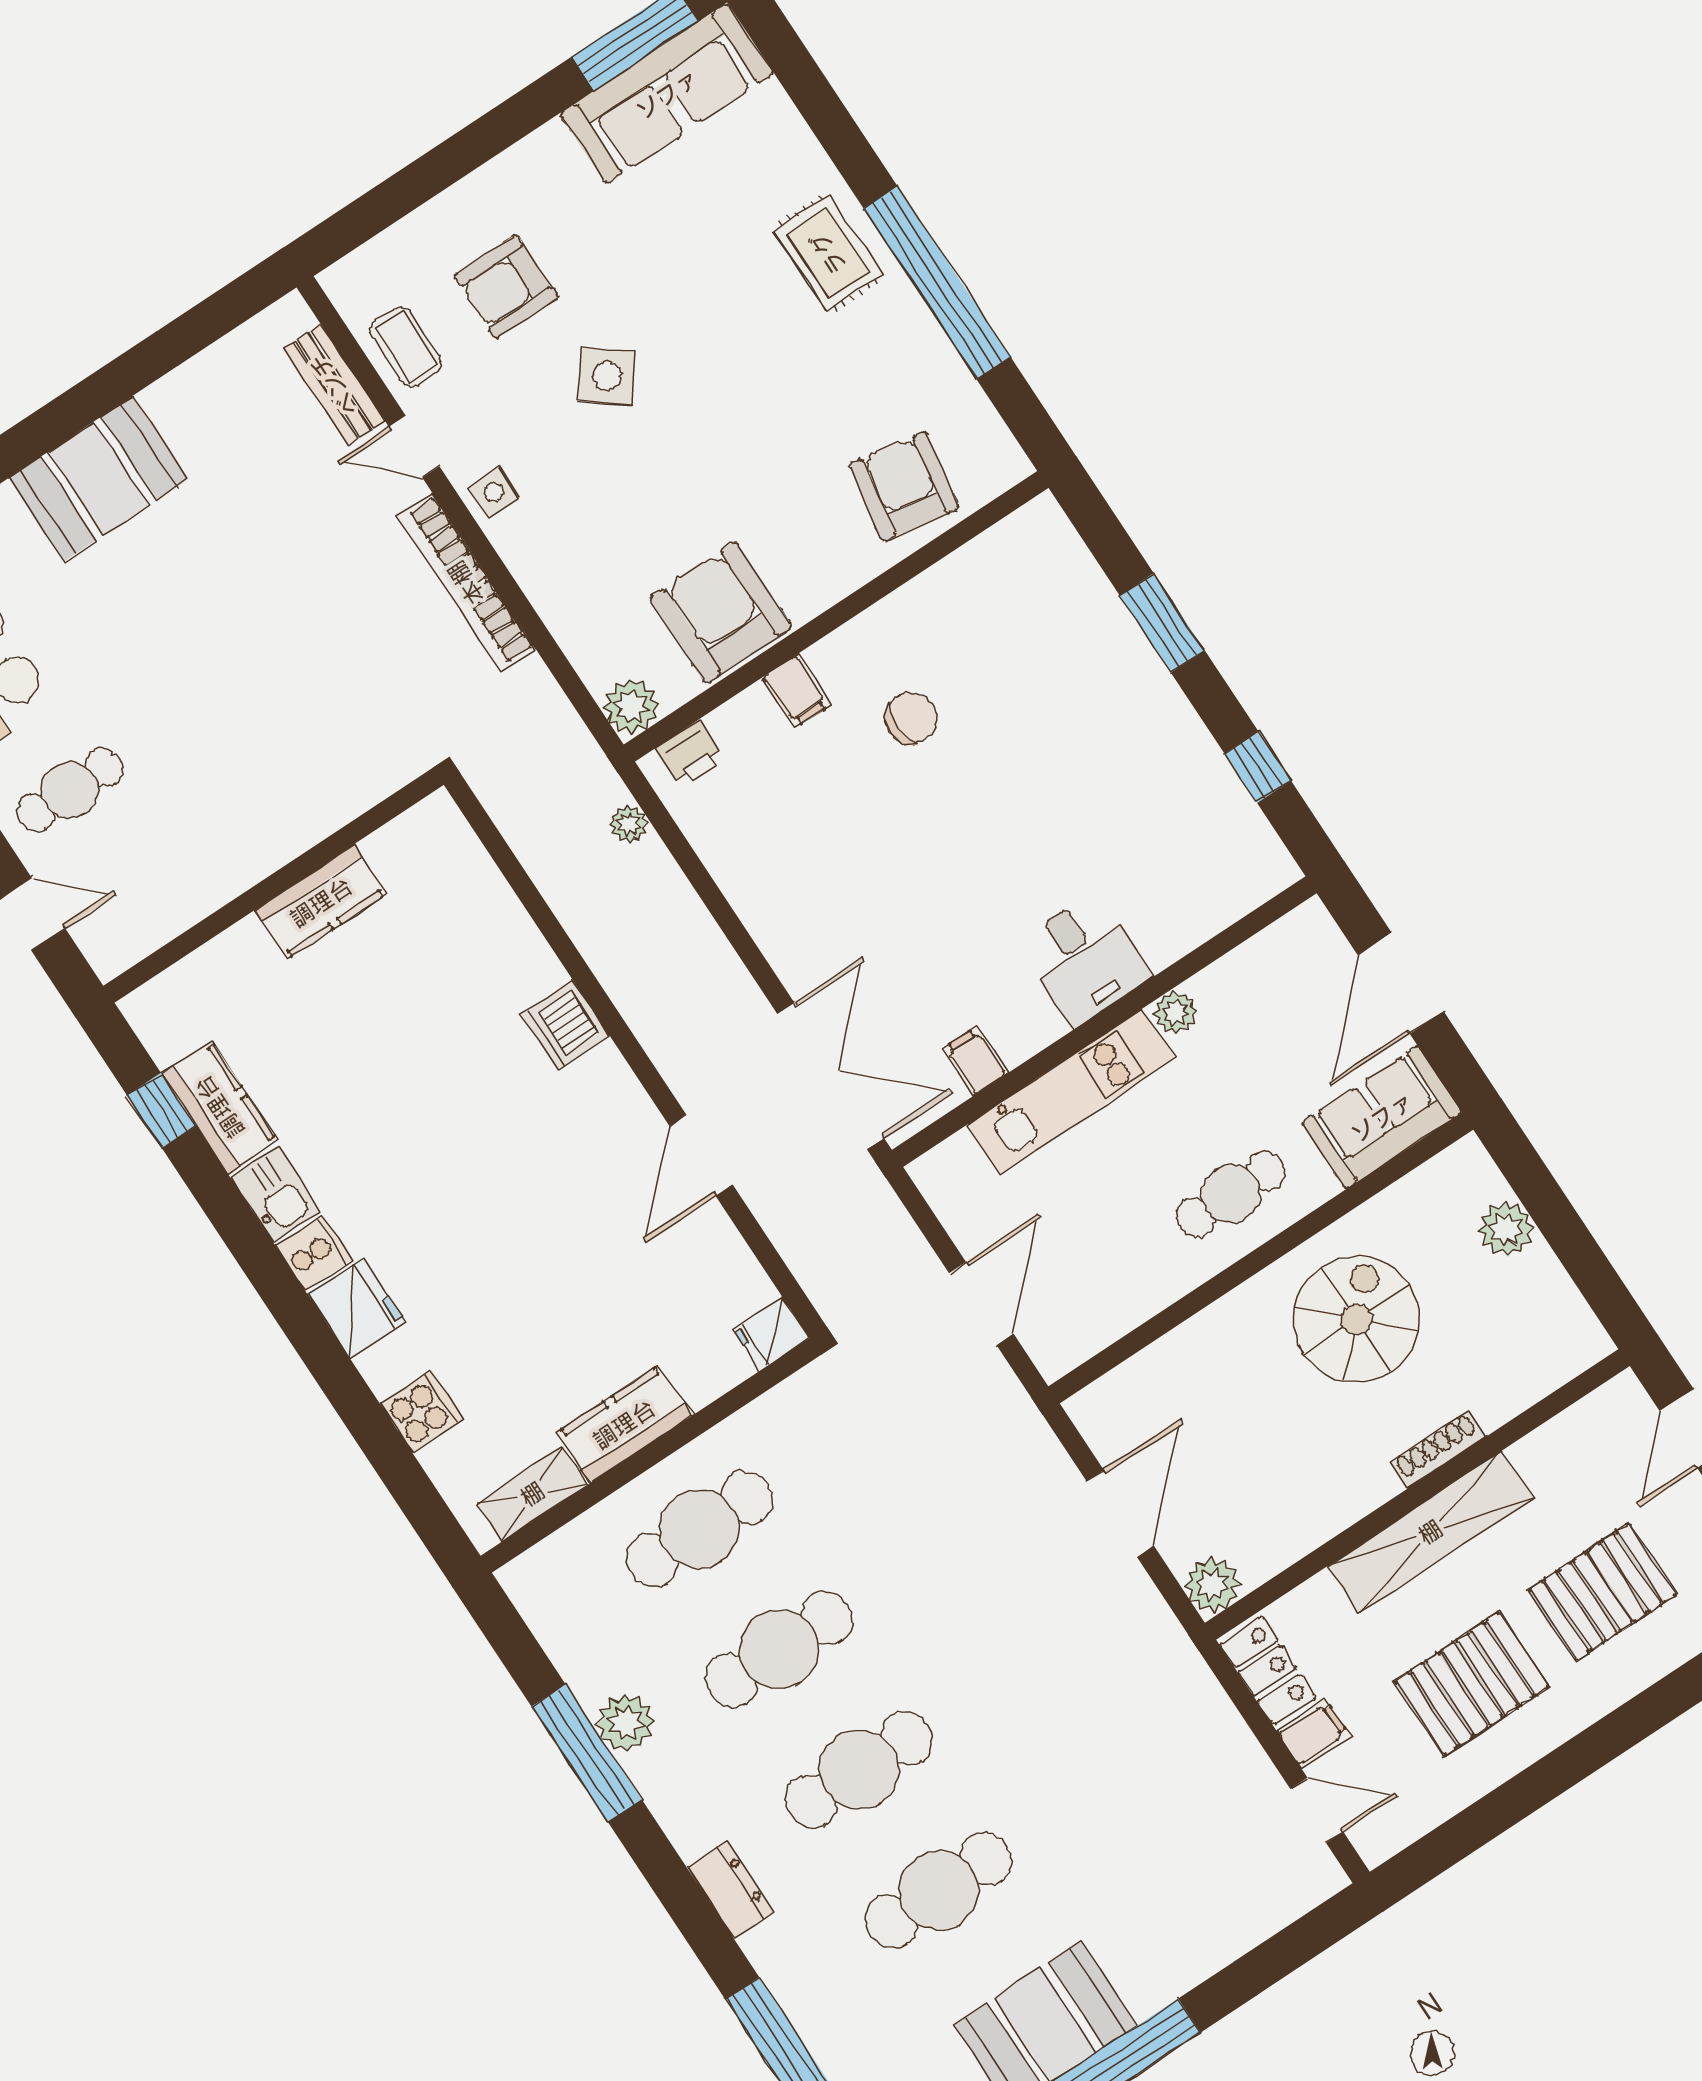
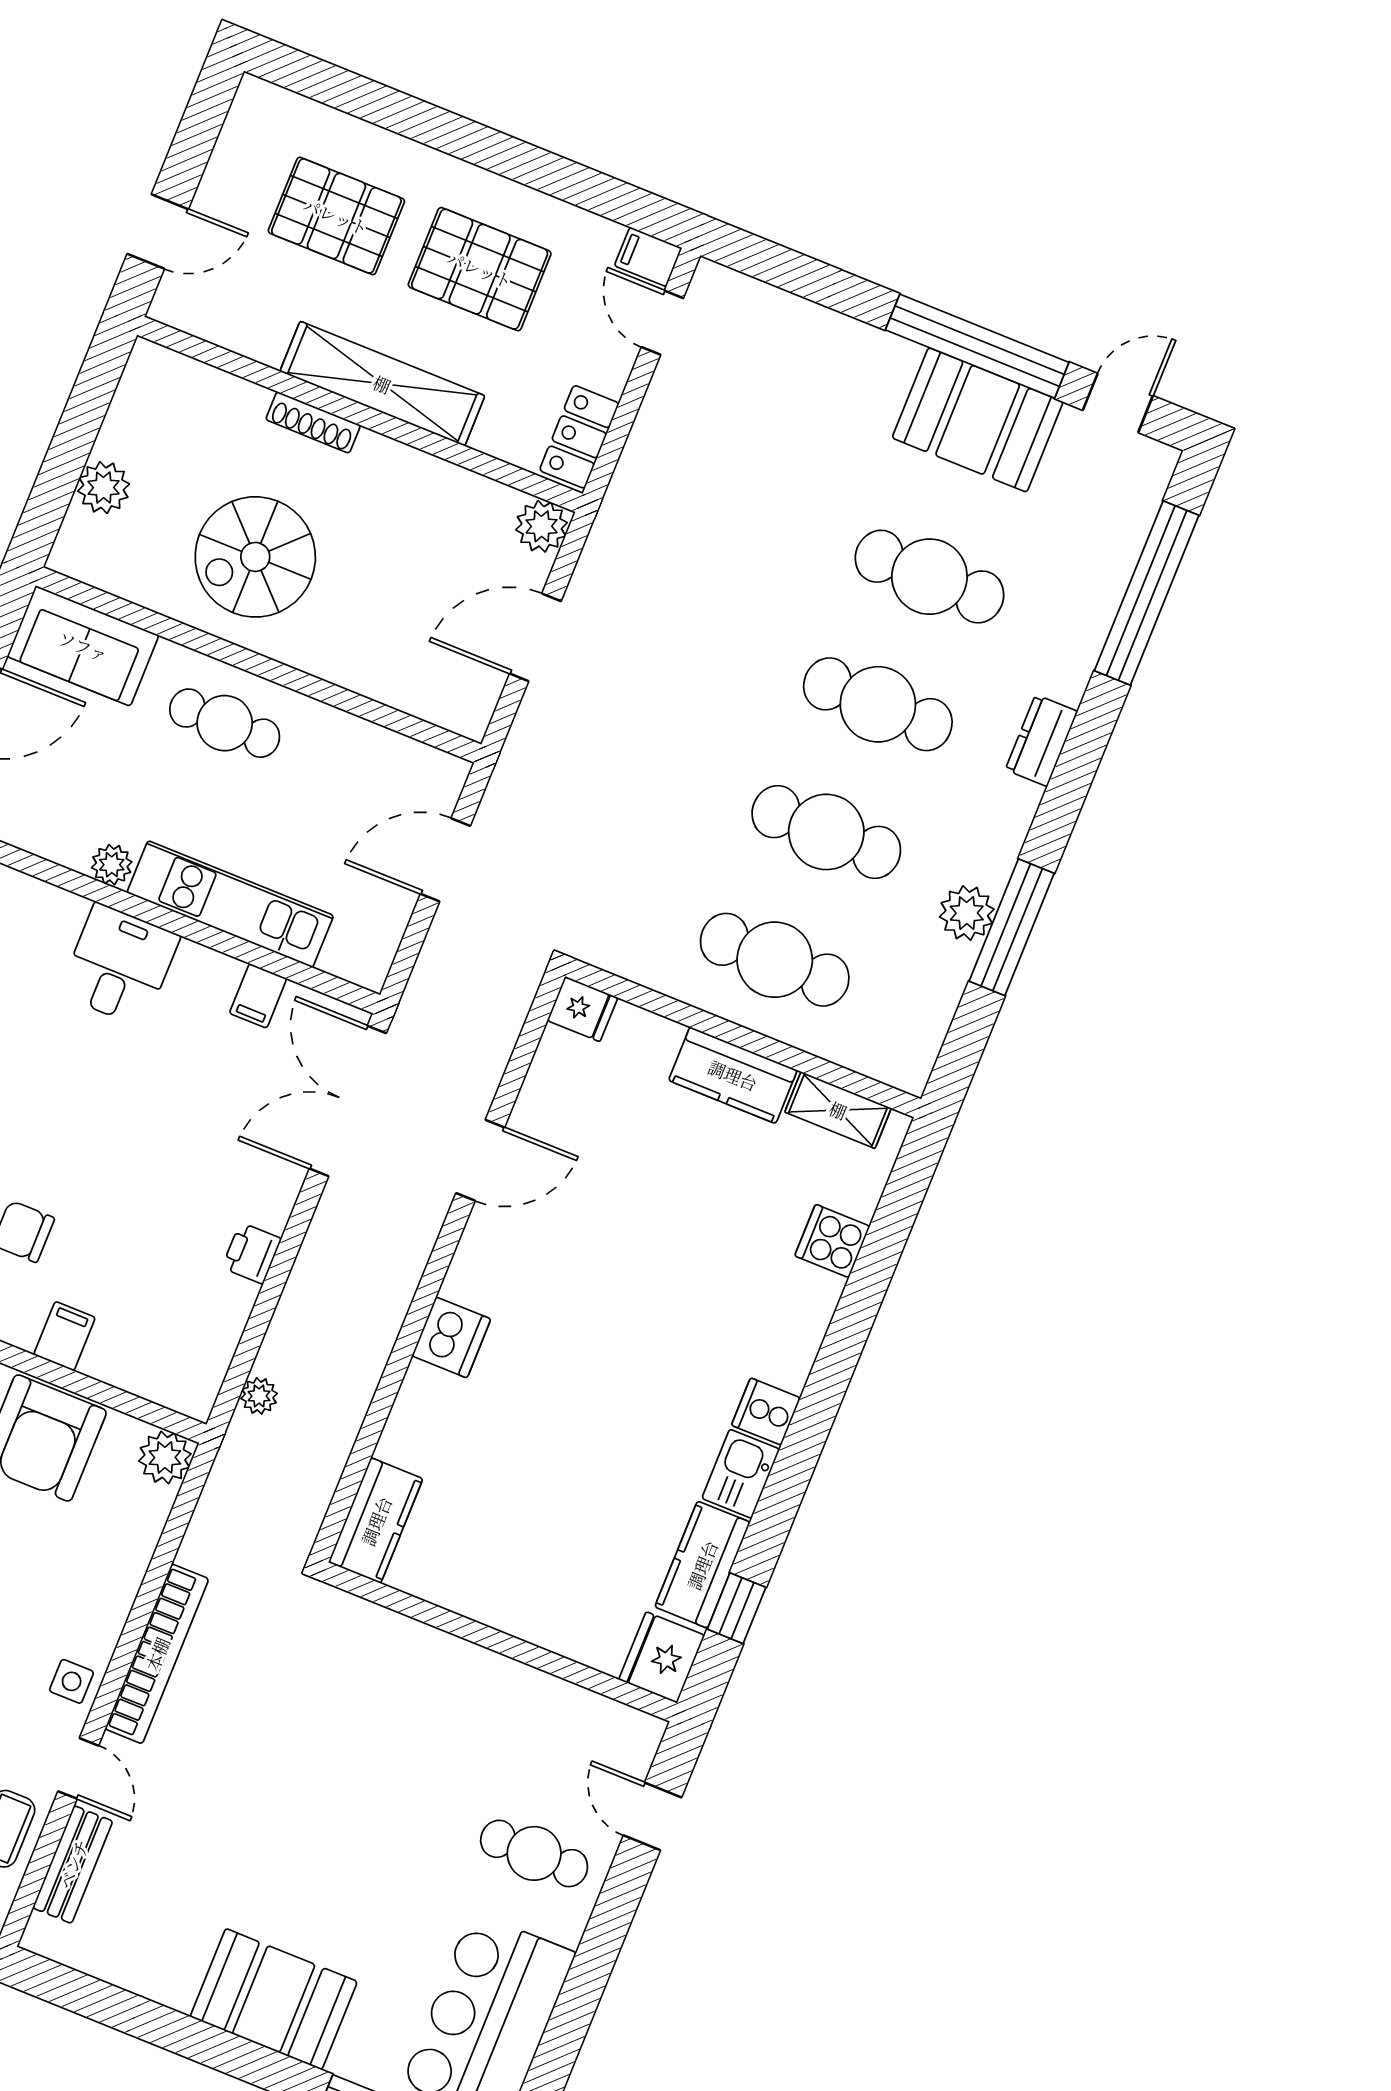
printer: (690, 753) -> (252, 1253), moved, turned -90
kitchen counter: (321, 902) -> (376, 1521), moved, turned 90
fridge: (356, 1308) -> (662, 1657), moved
filing cabinet: (1313, 1733) -> (648, 257), moved

